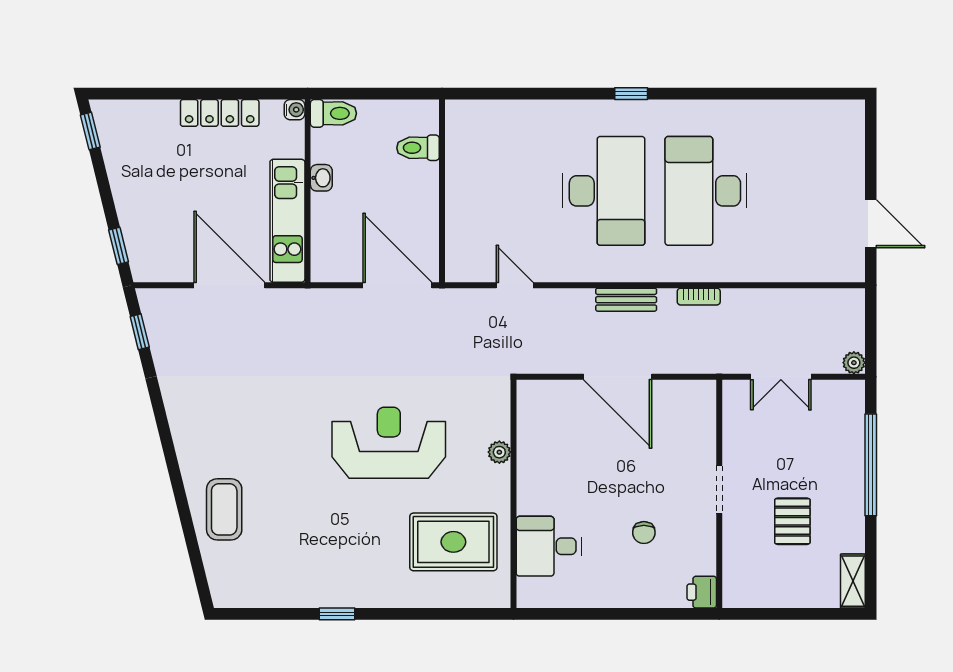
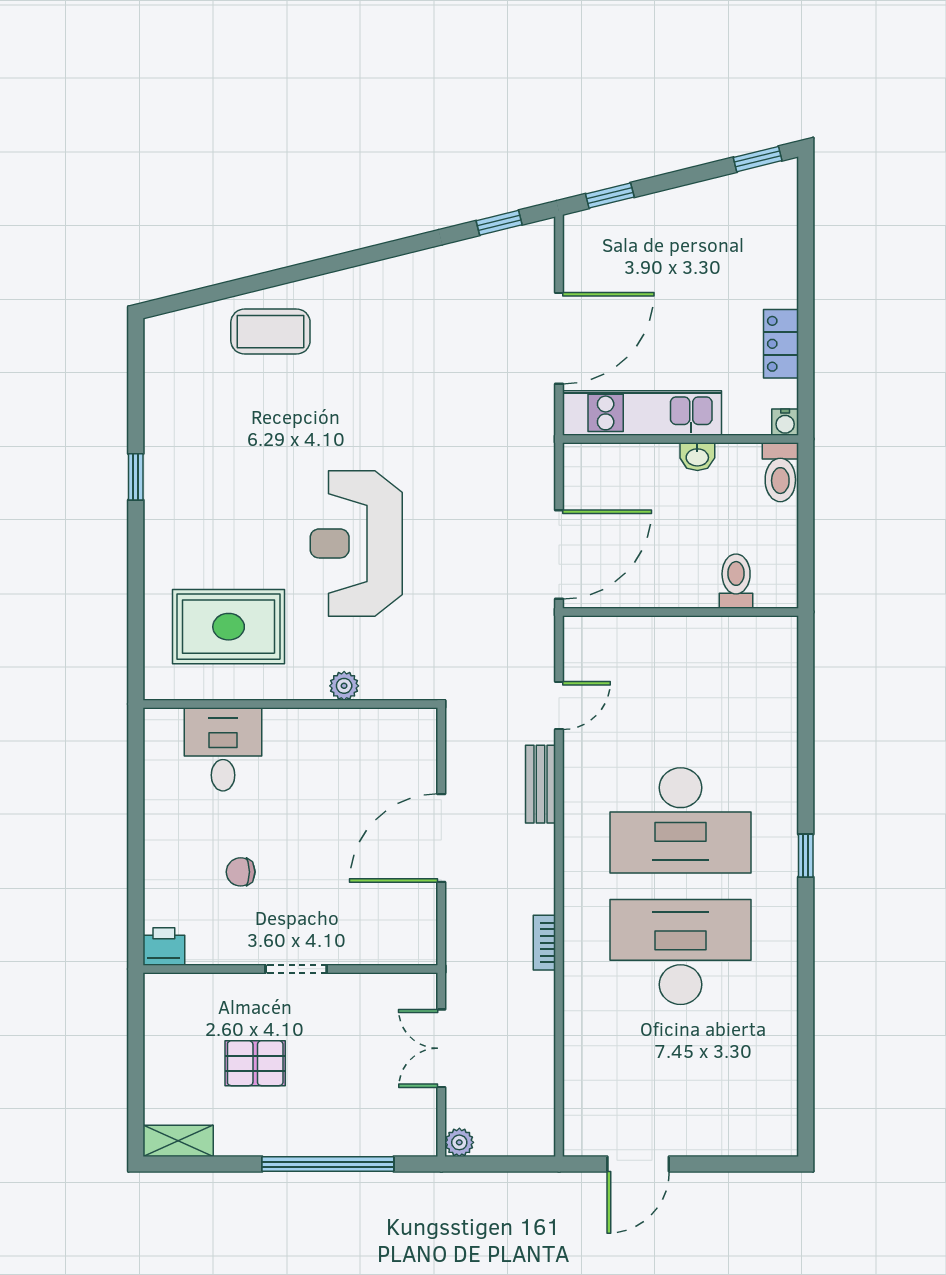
locker: (220, 113) -> (781, 344), width x0.66
bench: (626, 300) -> (540, 784), moved
reception desk: (389, 443) -> (356, 543), turned 180
rug: (453, 542) -> (229, 627), turned 90

